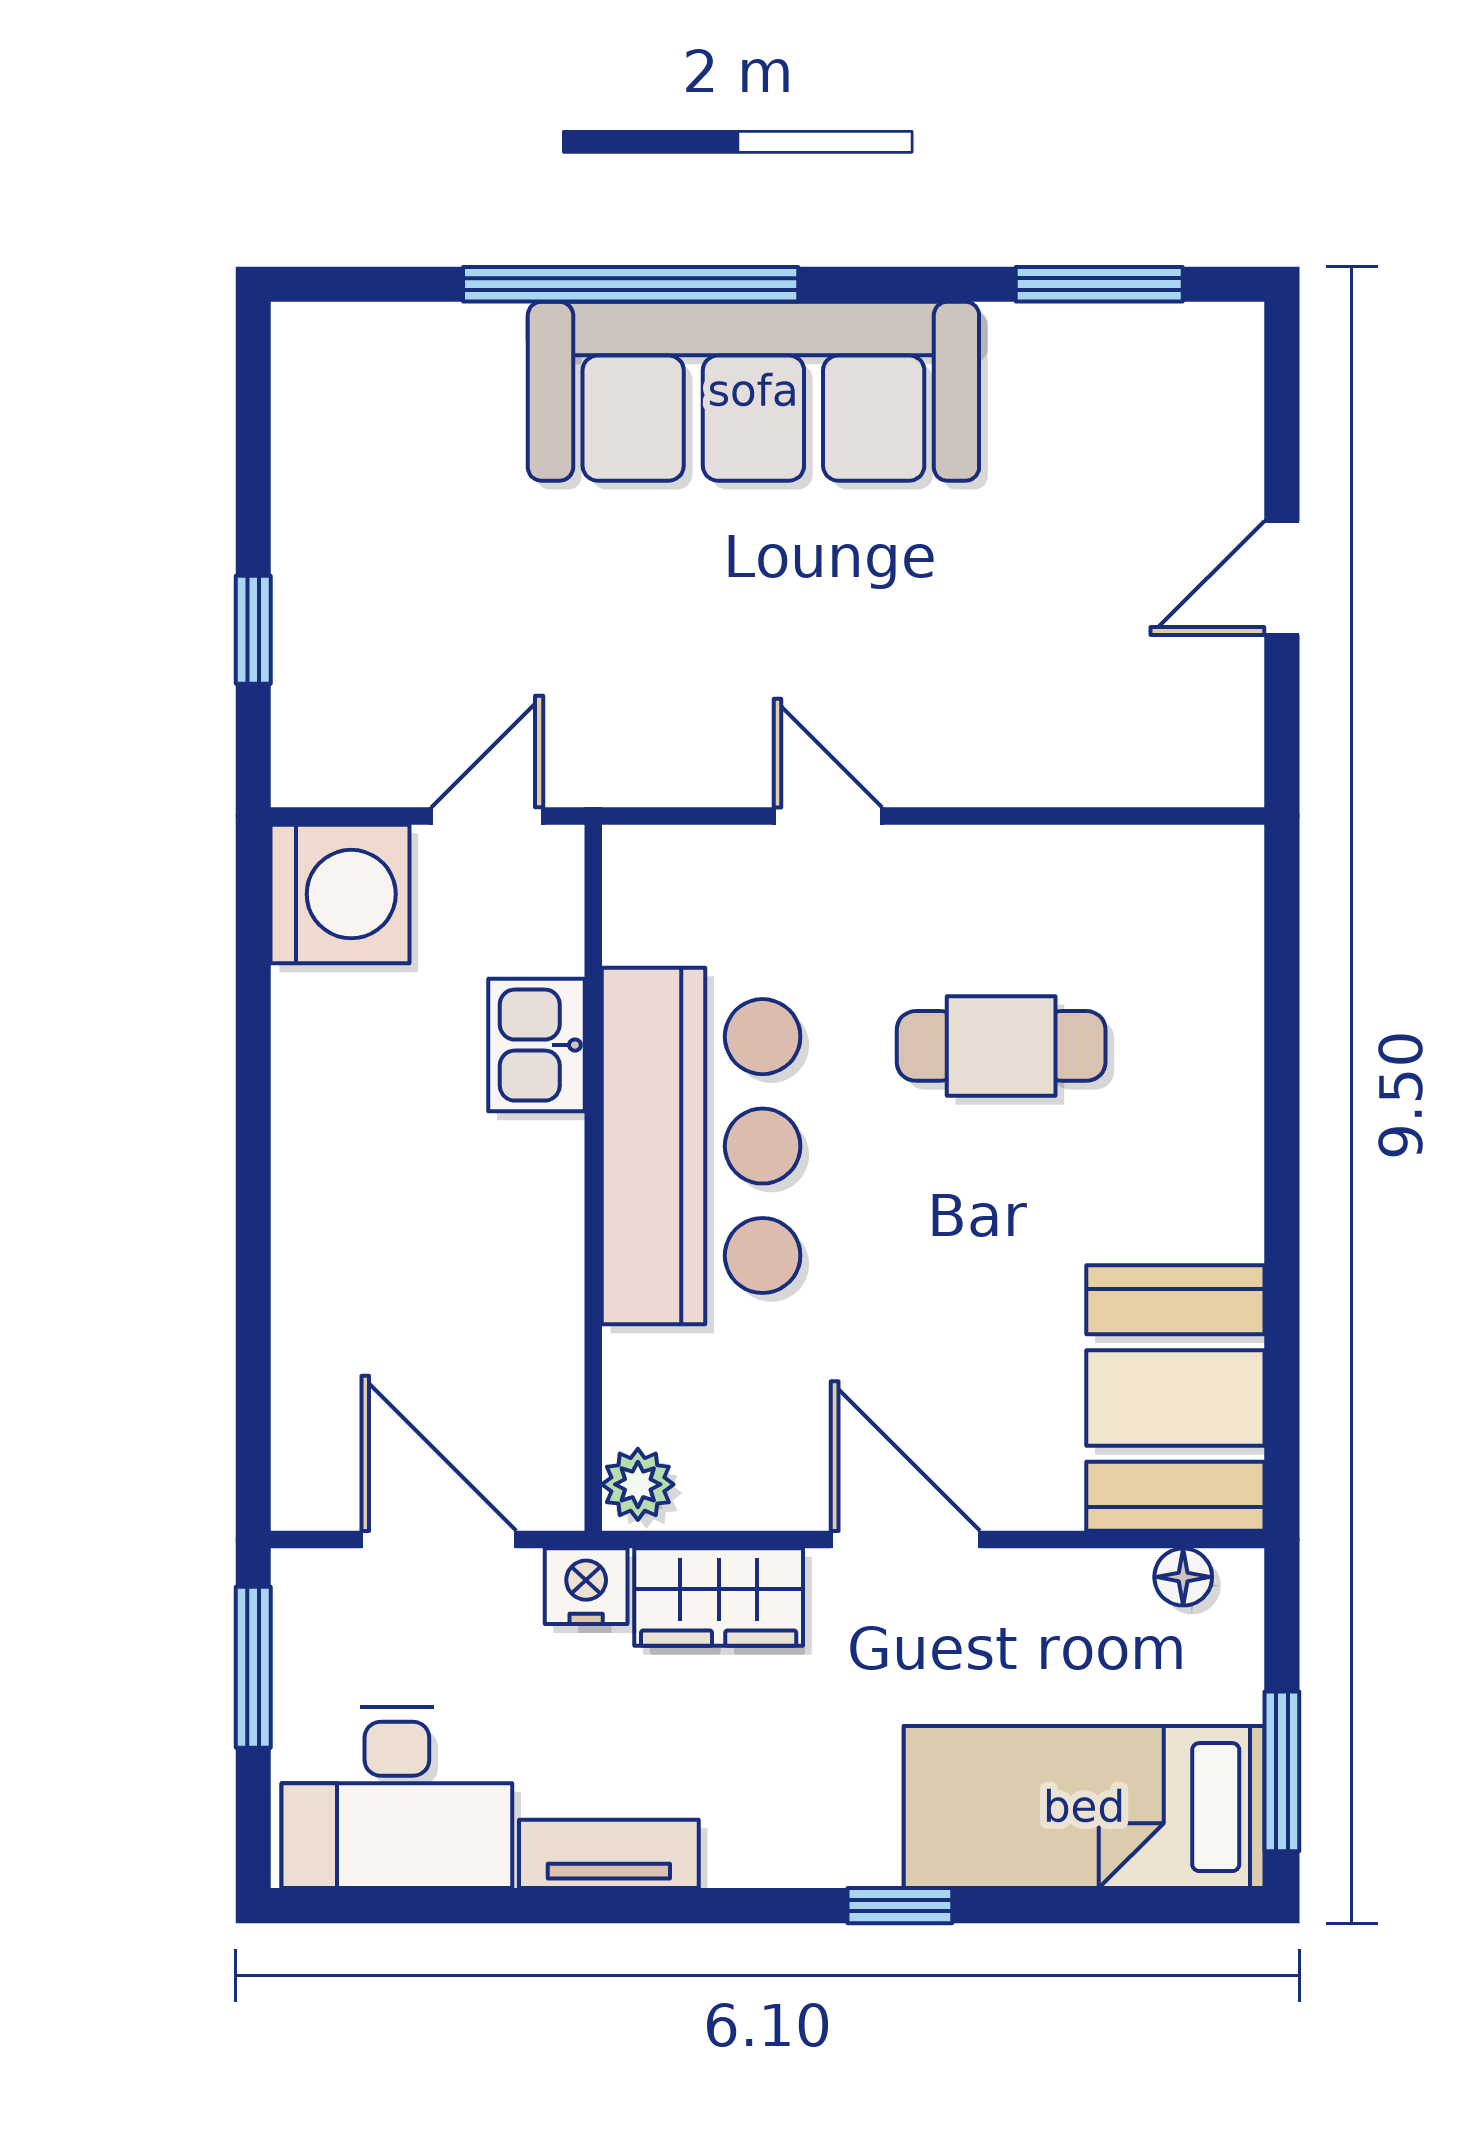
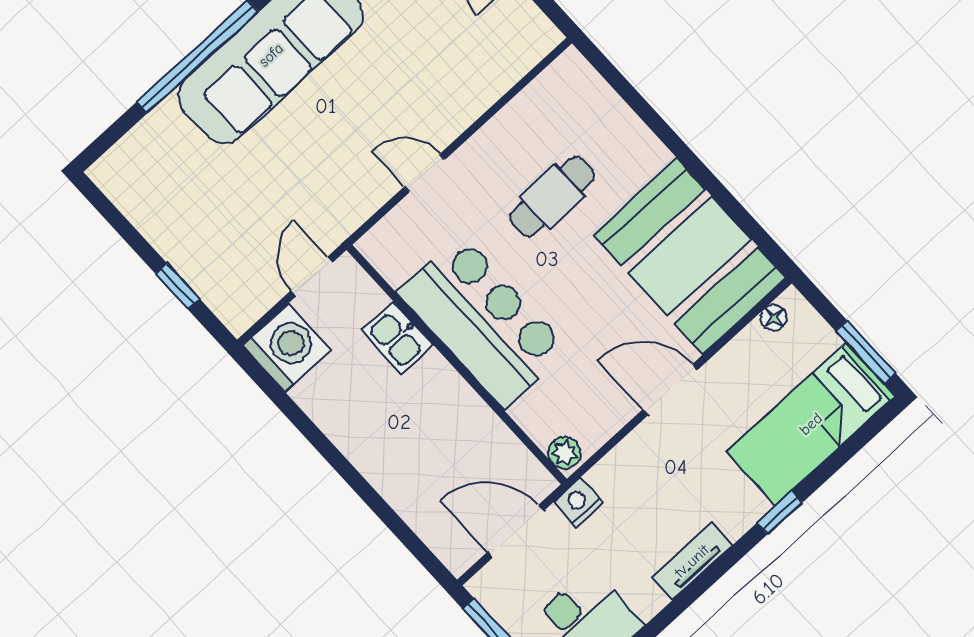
booth: (1175, 1398) -> (690, 256), width x1.36, depth x1.42
wardrobe: (719, 1597) -> (626, 465), removed
tv unit: (609, 1854) -> (692, 561), moved

